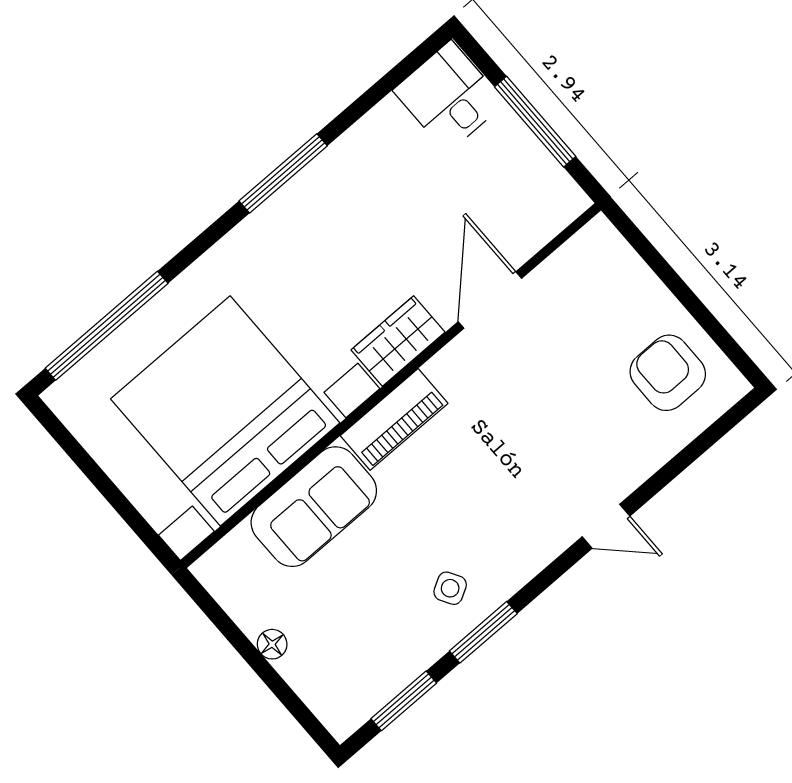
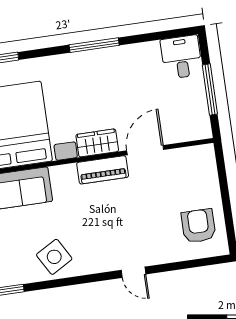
piano: (394, 419) -> (103, 170), moved
side table: (450, 588) -> (54, 257), width x1.87, depth x1.87
window: (483, 632) -> (56, 283), removed

